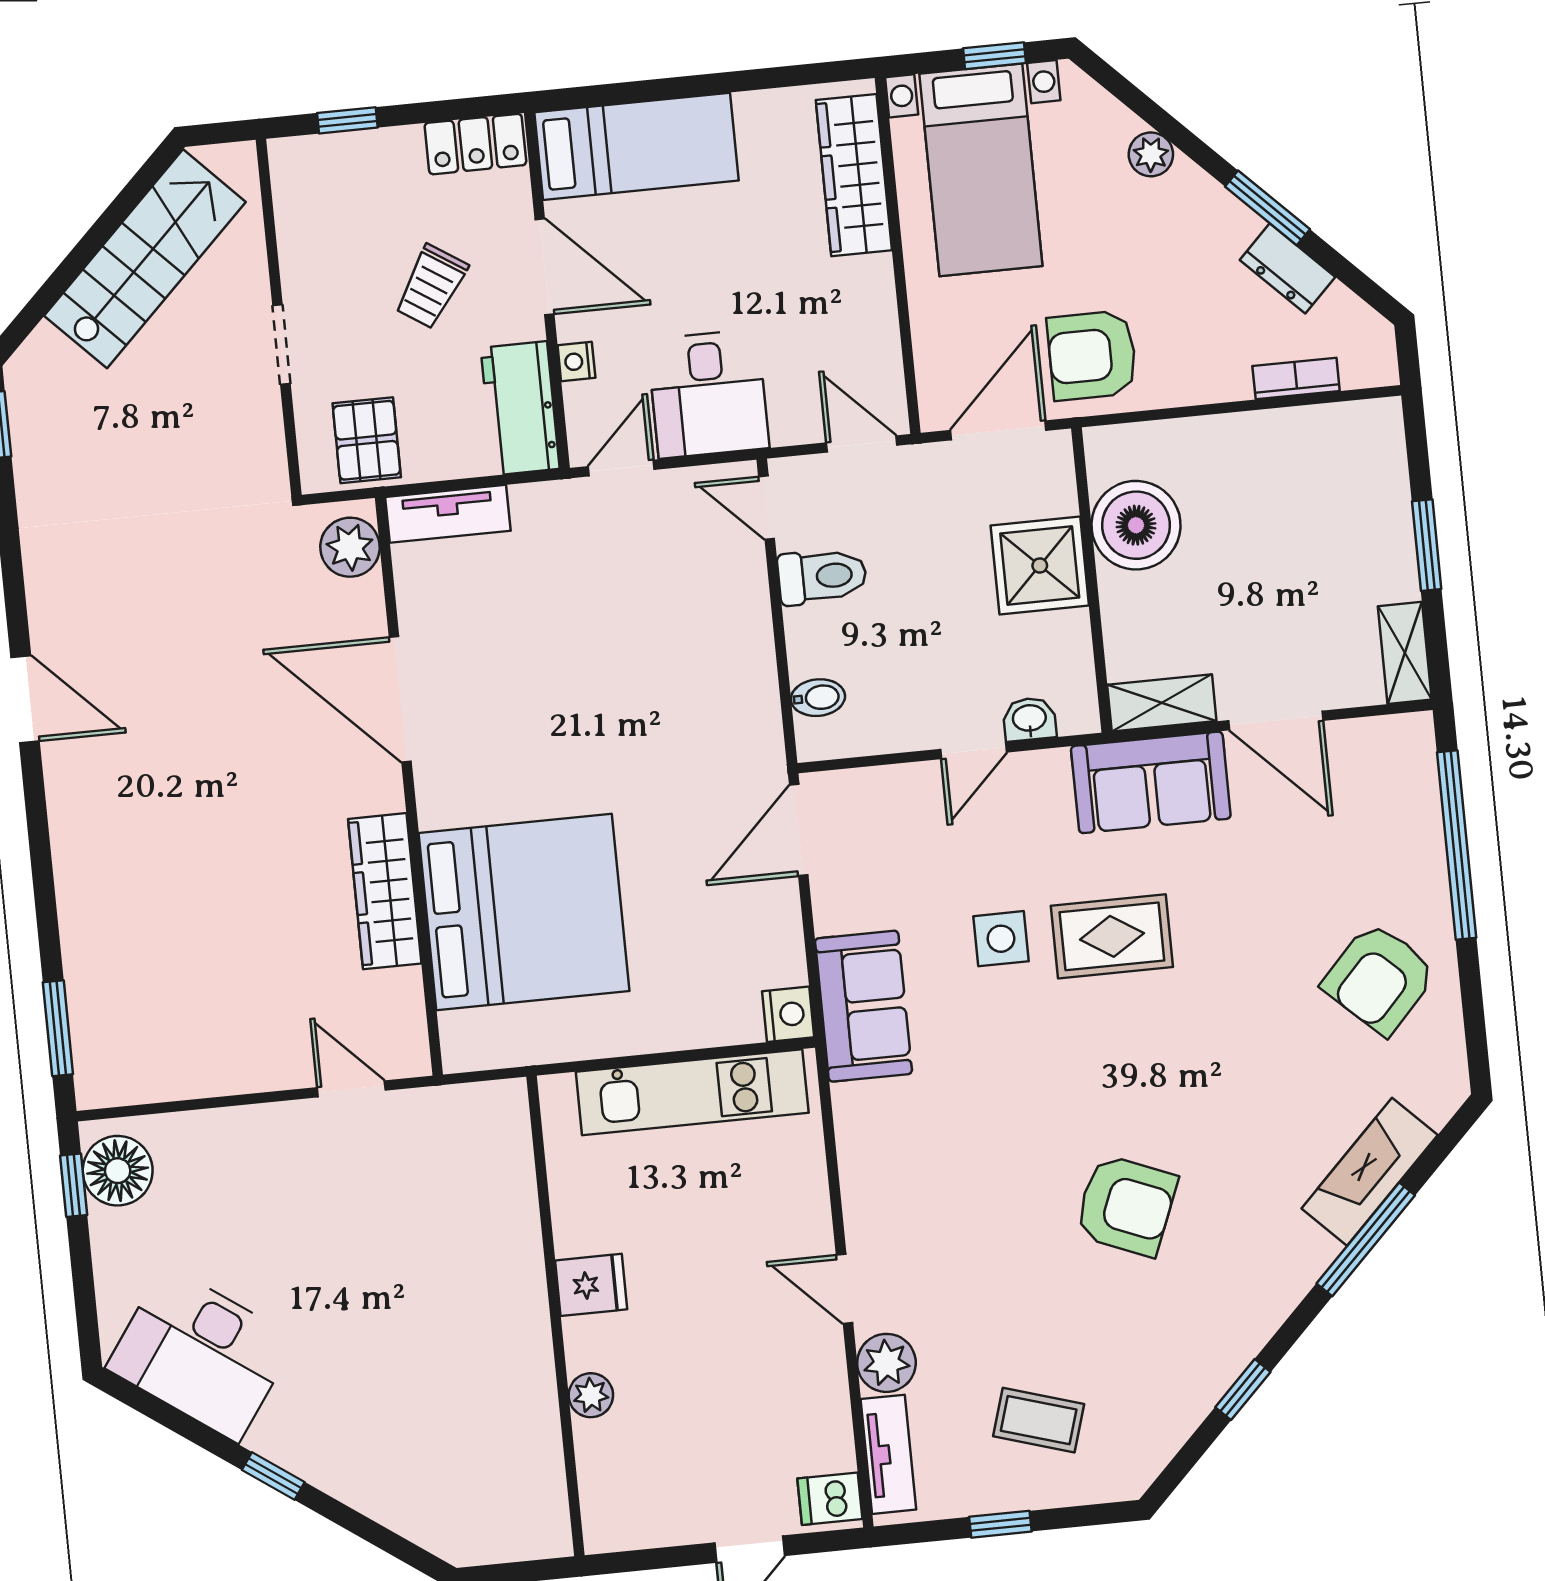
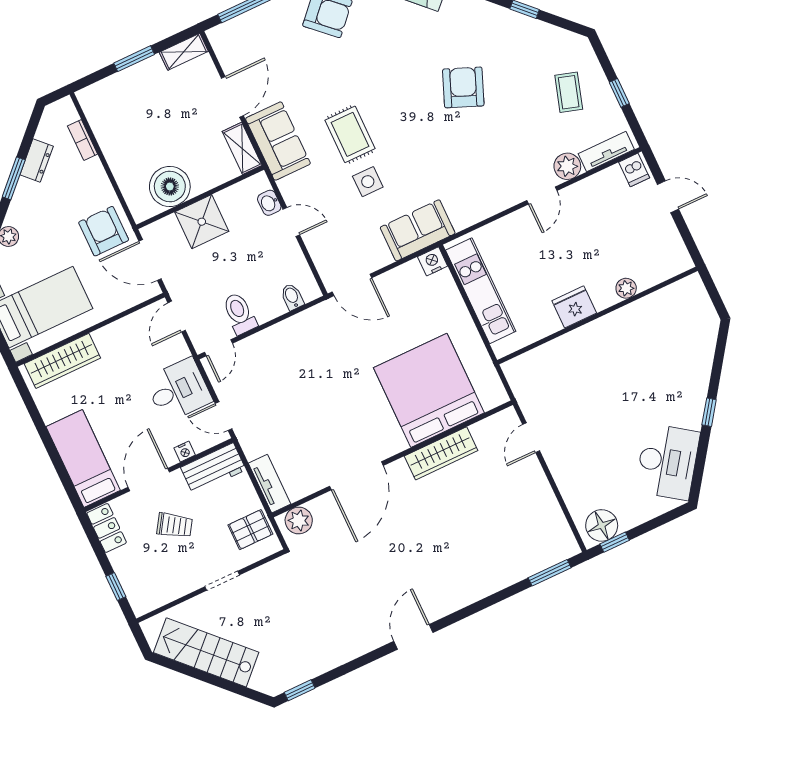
armchair: (1092, 355) -> (104, 231), turned 180
fridge: (591, 1285) -> (574, 307), width x1.38

